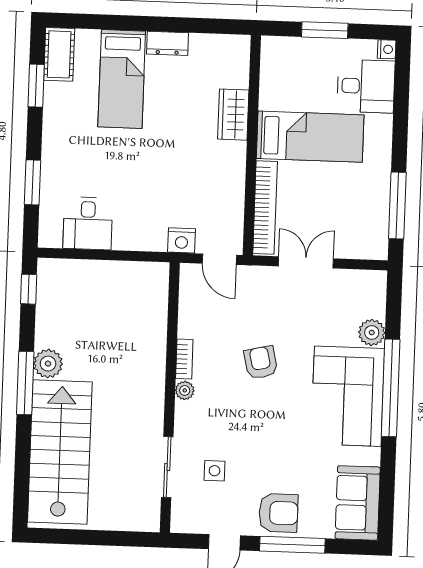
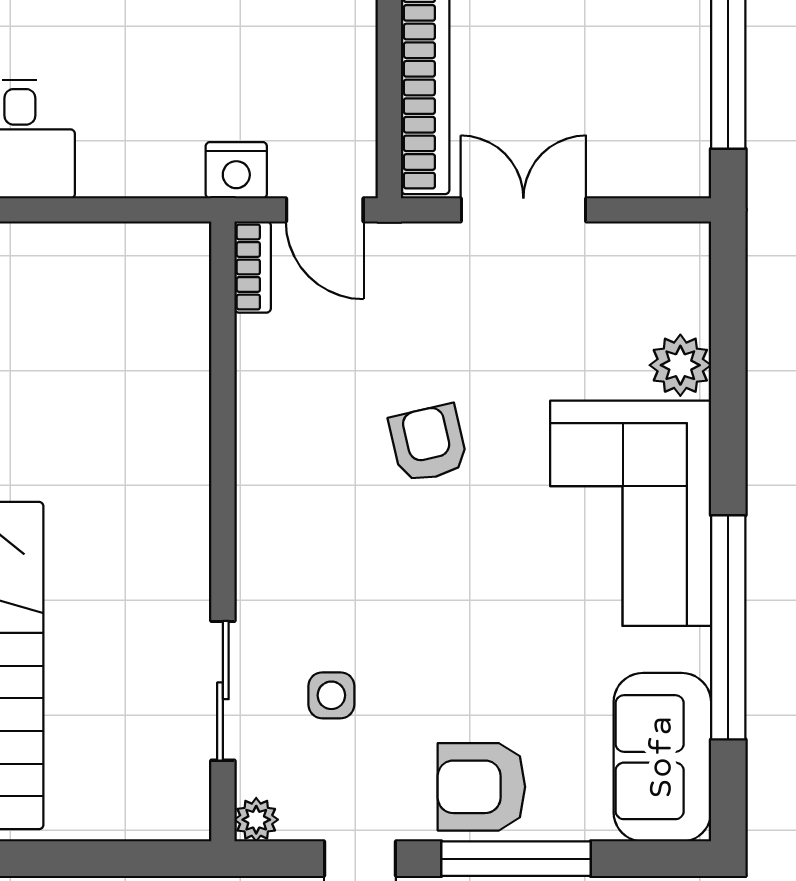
bookcase: (184, 359) -> (253, 267), moved
window: (391, 388) -> (728, 627), moved
plant: (185, 390) -> (256, 820), moved
armchair: (278, 513) -> (481, 787), turned 180

